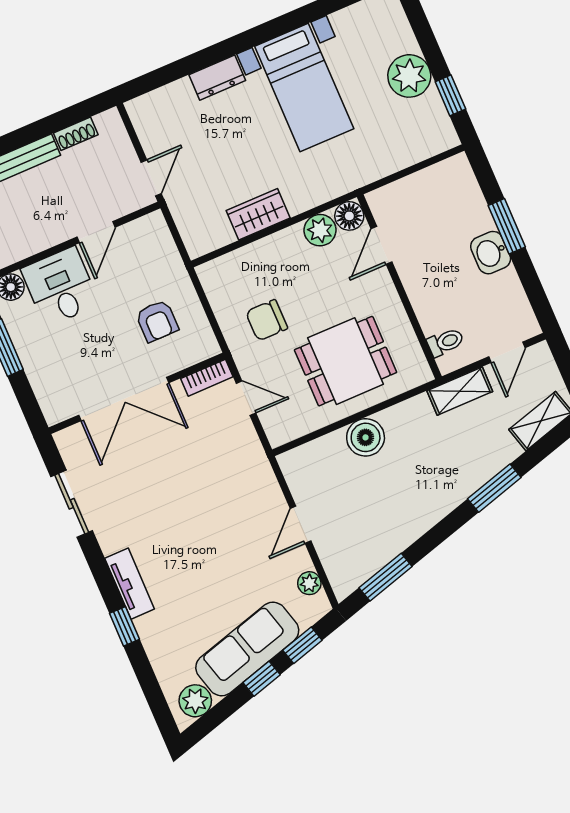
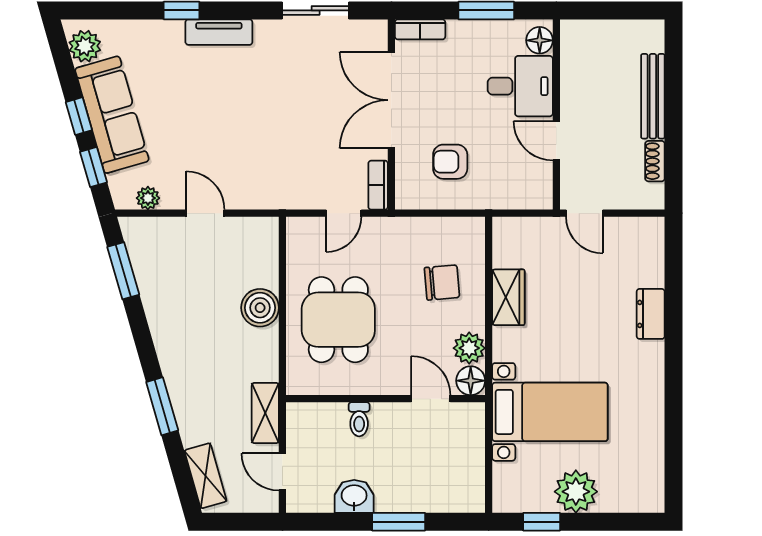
bed with nightstands: (304, 88) -> (550, 412), moved, turned 180
washbasin: (491, 253) -> (354, 496), moved
chair: (267, 320) -> (442, 283), moved, turned 85
toilet: (446, 342) -> (359, 419), moved
bookcase: (48, 401) -> (420, 29), added

